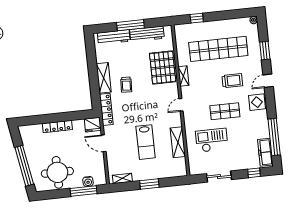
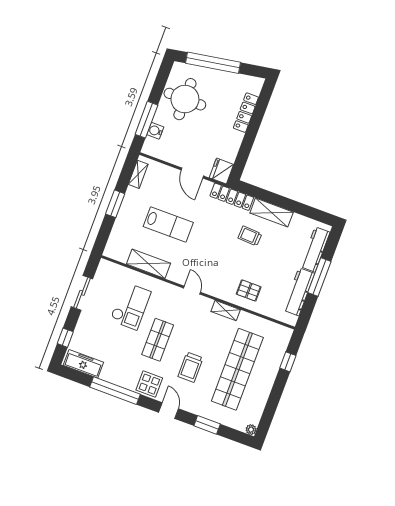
pallet: (163, 67) -> (249, 290), width x0.49, depth x0.50
locker: (57, 127) -> (246, 113), moved
window: (274, 137) -> (115, 391), moved
lab bench: (146, 142) -> (168, 225), turned 180
door: (104, 143) -> (192, 173), swing flipped

